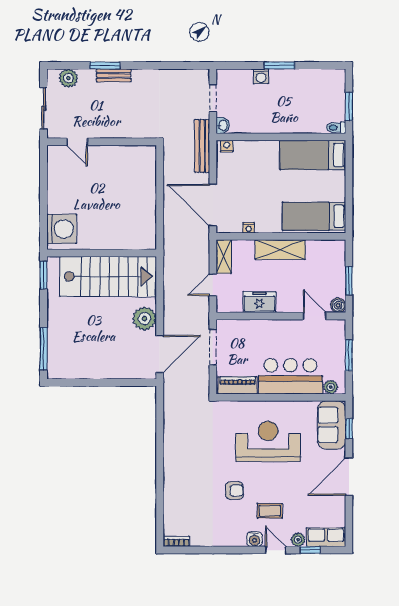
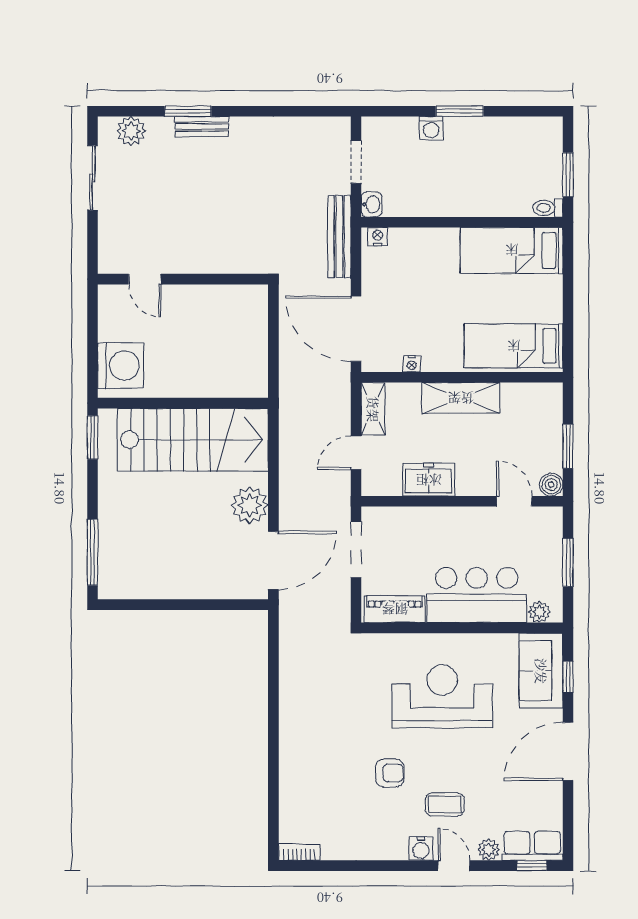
door: (77, 142) -> (145, 279), moved
wall: (102, 142) -> (183, 279), moved
window: (310, 550) -> (532, 866), moved

